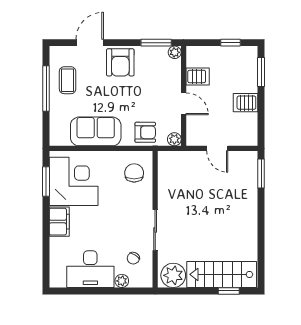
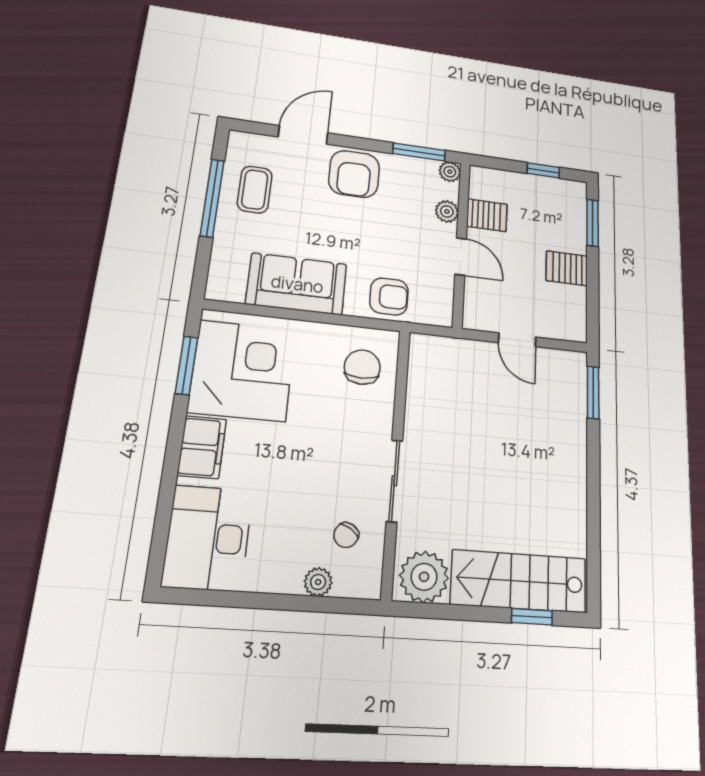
plant: (174, 139) -> (447, 211), moved
desk: (90, 269) -> (208, 538), moved, turned 90

